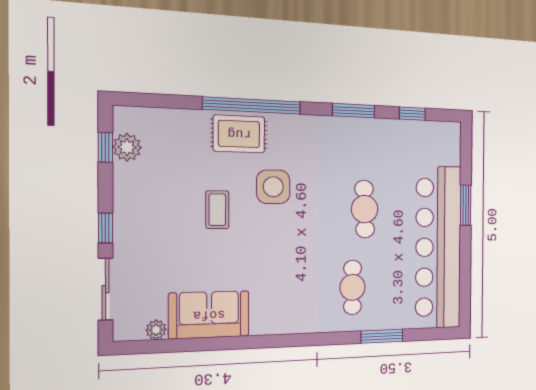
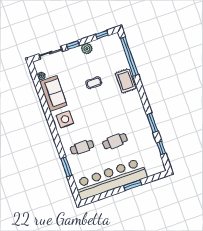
window: (252, 106) -> (129, 57), moved
plant: (127, 147) -> (87, 48), moved
side table: (273, 187) -> (65, 119), moved

